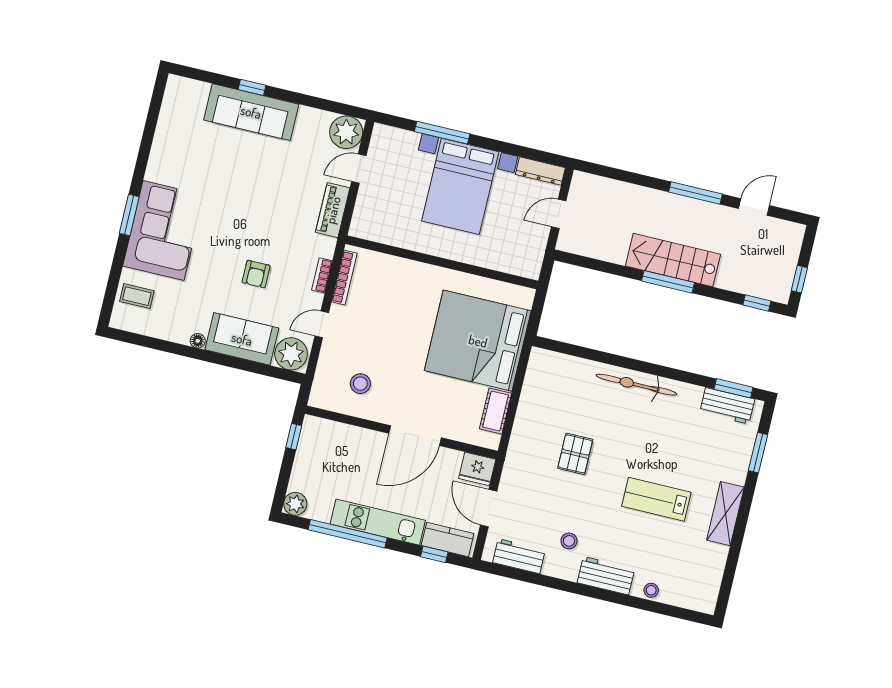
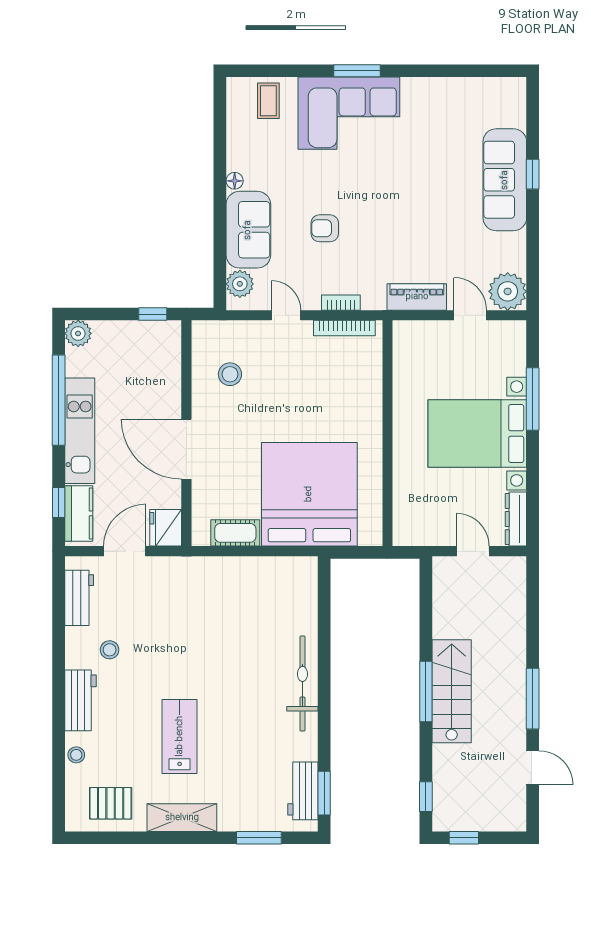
plant: (291, 354) -> (240, 284), width x0.73, depth x0.73
pallet: (575, 454) -> (111, 803), moved

